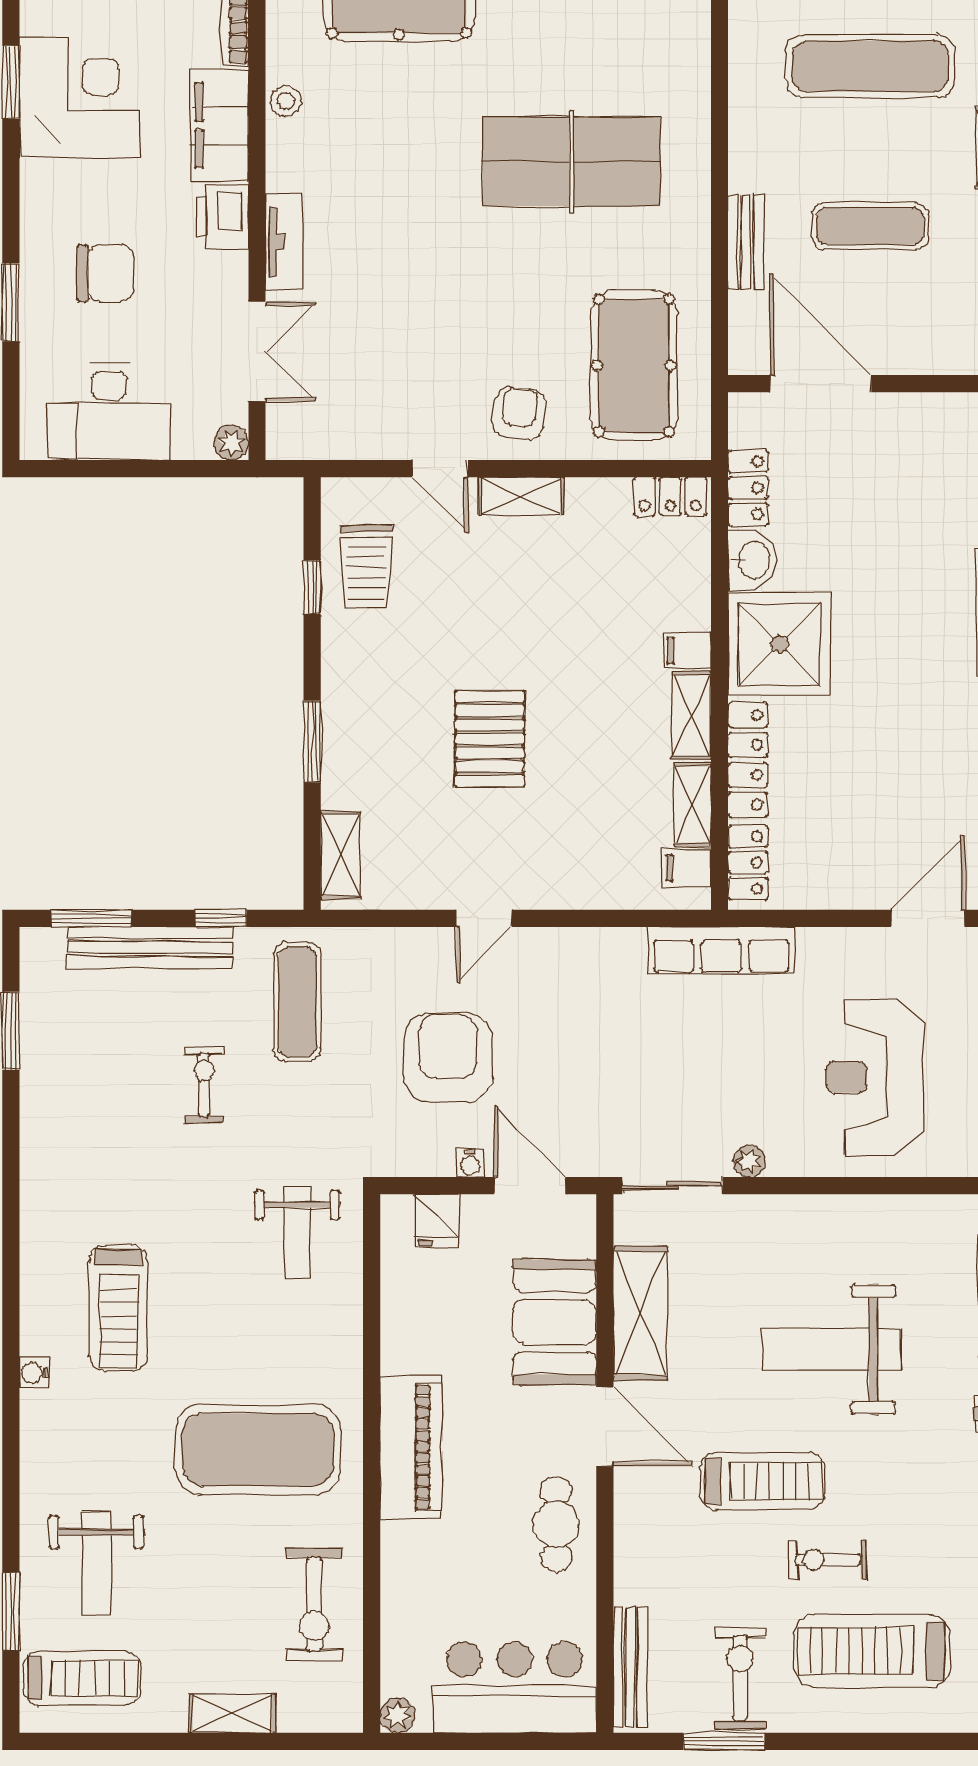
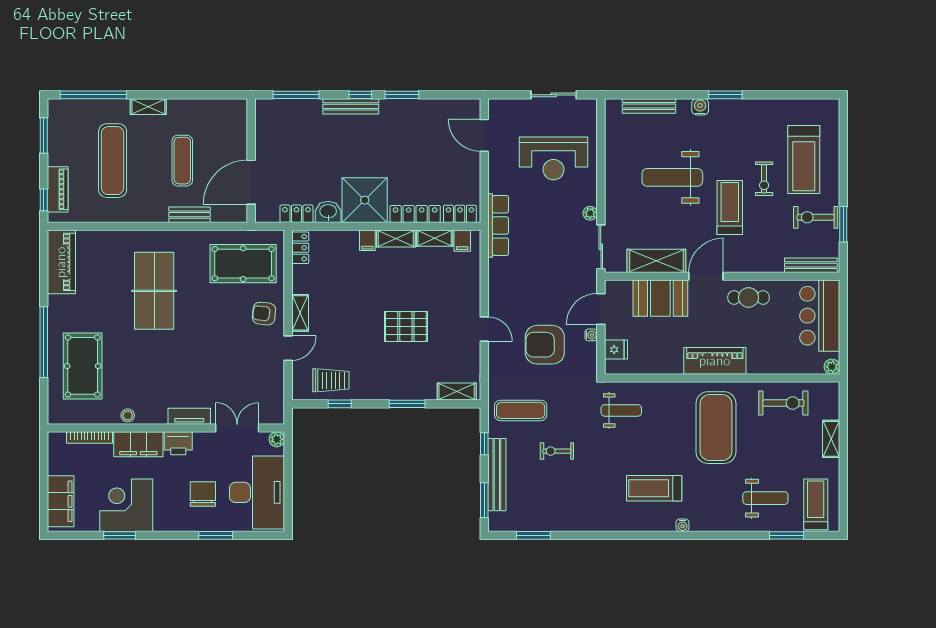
desk: (109, 412) -> (257, 492), width x1.36, depth x1.30
treadmill: (119, 1308) -> (654, 488), turned 180
weight bench: (832, 1349) -> (672, 177), turned 90

